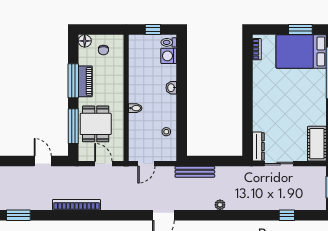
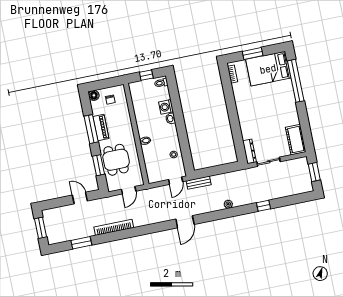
window: (300, 29) -> (253, 54), moved
washing machine: (169, 56) -> (166, 107), moved
window: (73, 126) -> (98, 165), width x0.69
door: (103, 164) -> (129, 190), swing flipped
door: (146, 164) -> (176, 181), moved
bench: (195, 172) -> (199, 183), width x0.73
window: (18, 215) -> (81, 243), moved
window: (287, 215) -> (264, 206), moved

